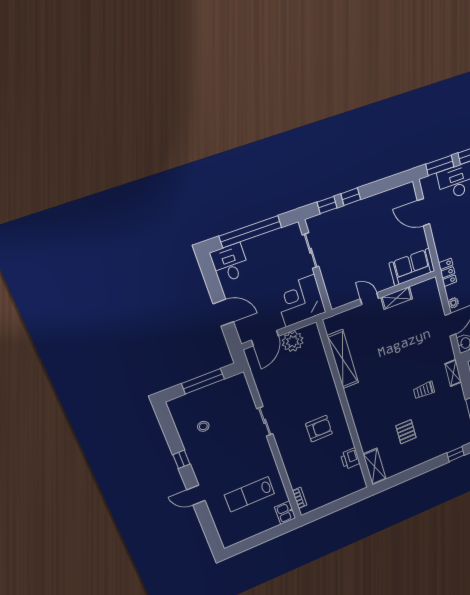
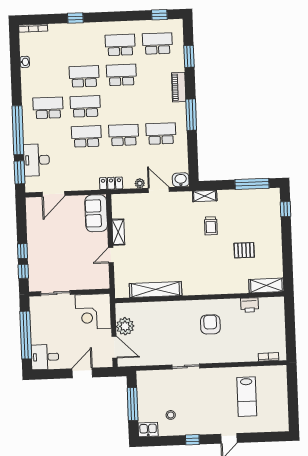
kitchen sink: (285, 513) -> (148, 430), moved, turned 180

